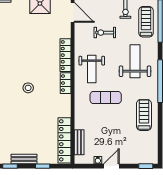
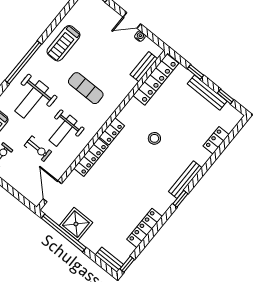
weight bench: (92, 69) -> (63, 131), moved, turned 180
stool: (28, 88) -> (154, 138), moved
bench: (24, 159) -> (207, 93), width x1.36

